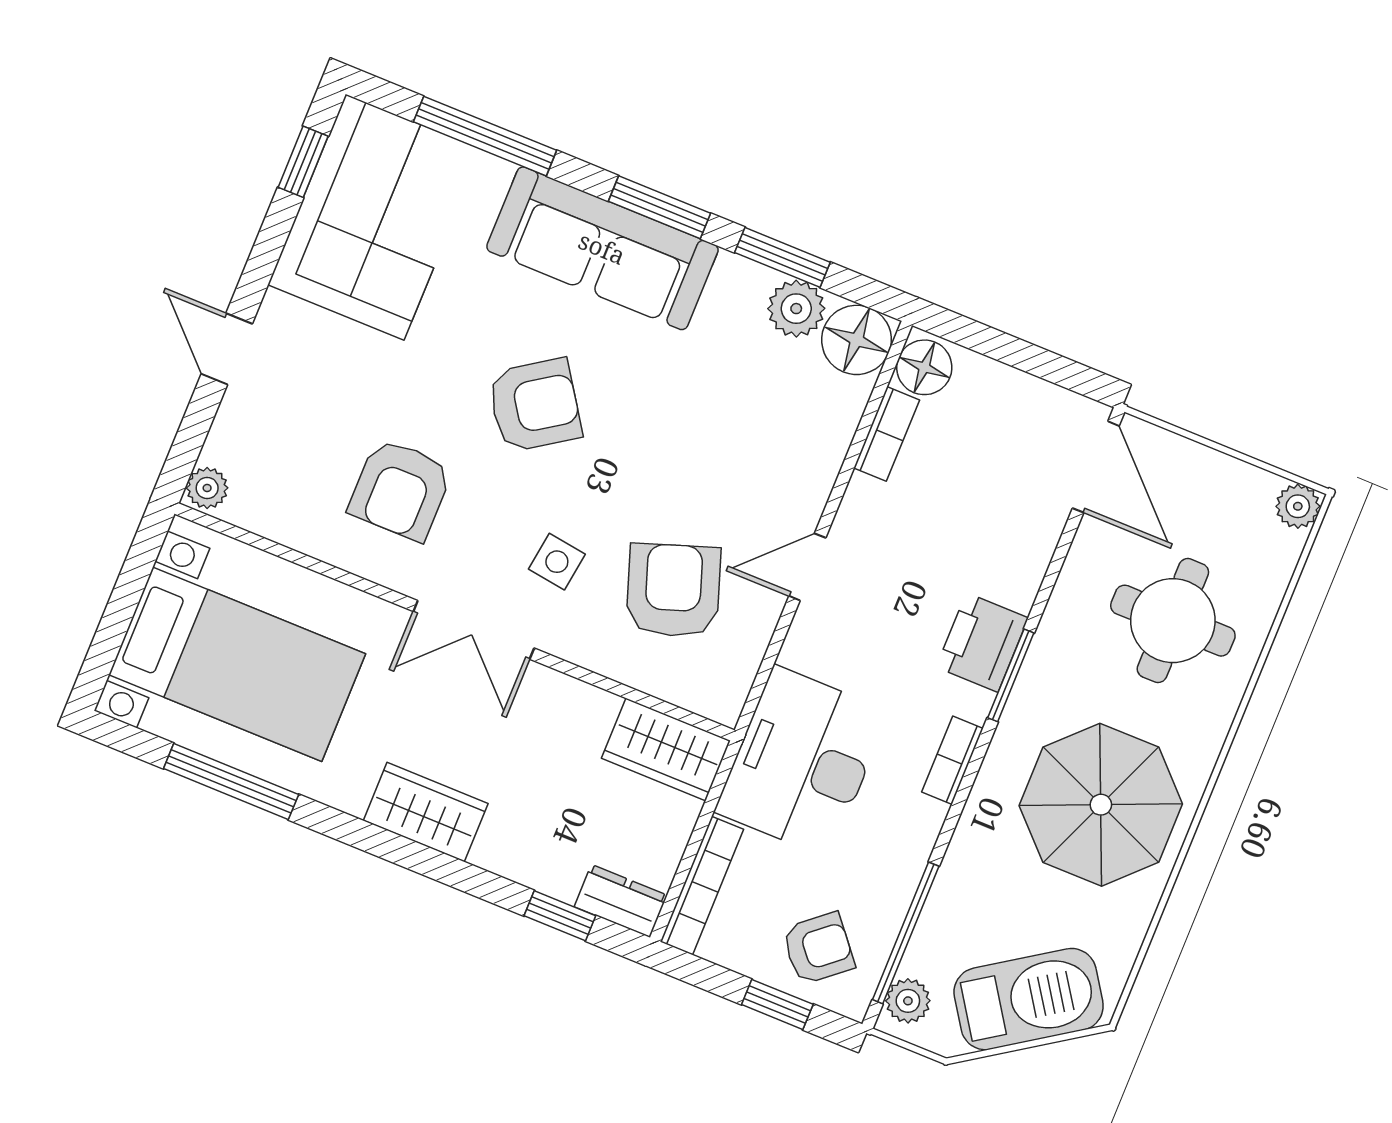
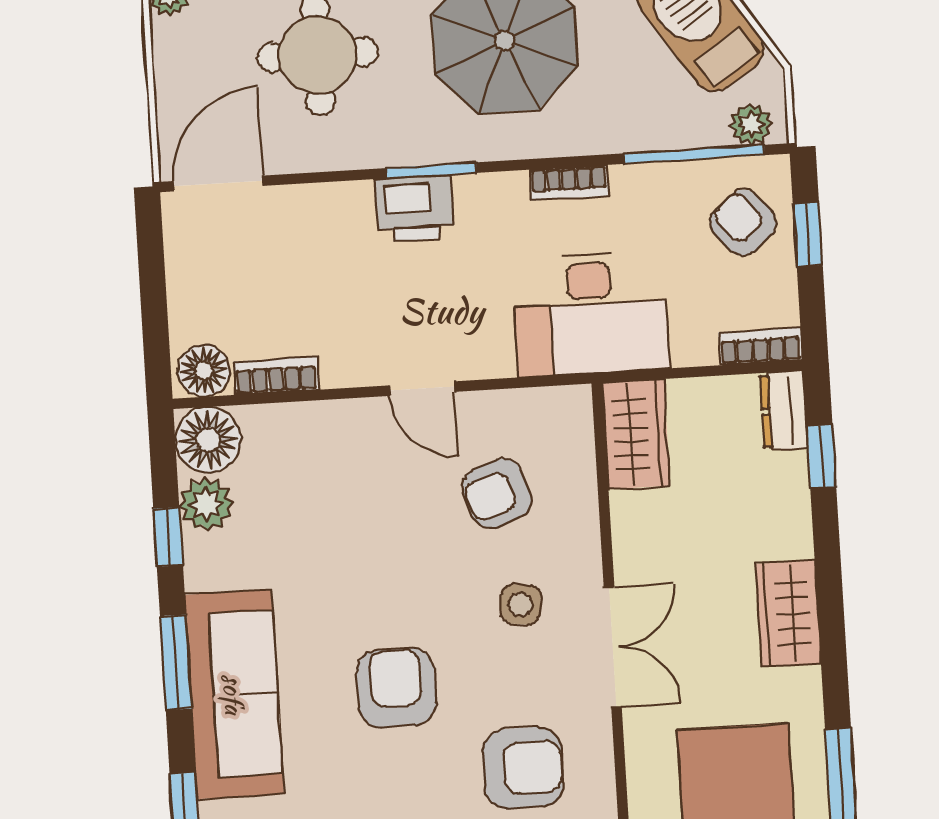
window: (782, 257) -> (168, 537), width x0.67
armchair: (535, 405) -> (396, 688), turned 34
armchair: (673, 590) -> (497, 493), width x0.72, depth x0.72
bookcase: (952, 760) -> (569, 183), moved
bookcase: (702, 886) -> (760, 346), width x0.64

